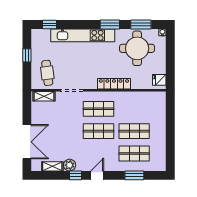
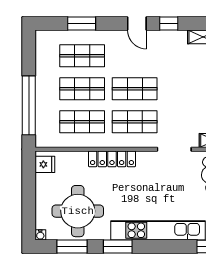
shop shelf: (134, 109) -> (82, 122), added
window: (170, 120) -> (29, 105), added
plant: (70, 165) -> (177, 39), removed
door: (97, 175) -> (137, 23), hinge flipped

